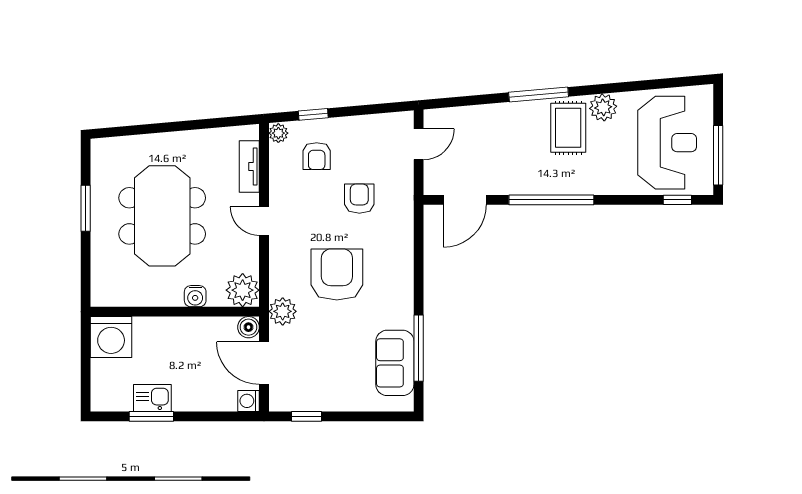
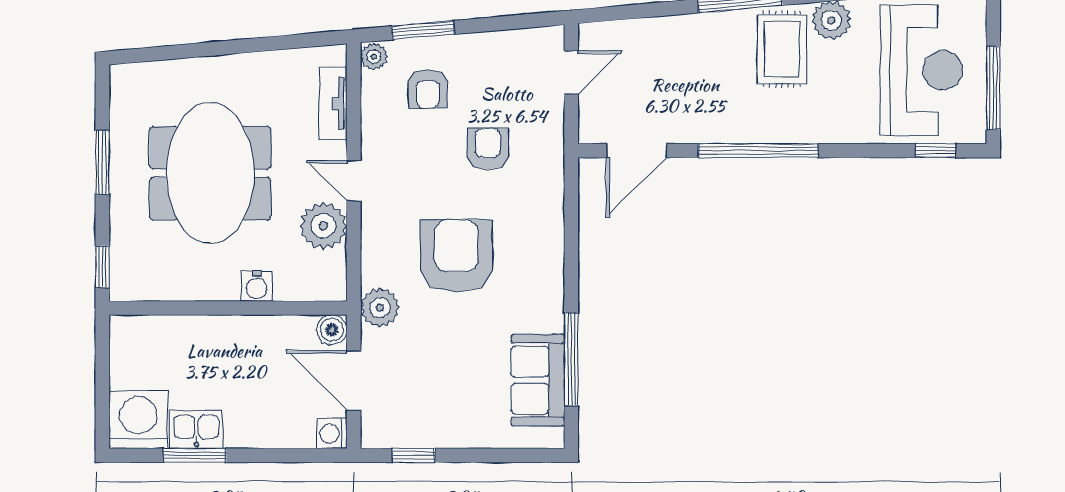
window: (313, 114) -> (423, 30), width x1.50
window: (86, 282) -> (102, 267), added
plant: (243, 290) -> (323, 226), moved
washing machine: (111, 337) -> (138, 420), moved, turned 180

